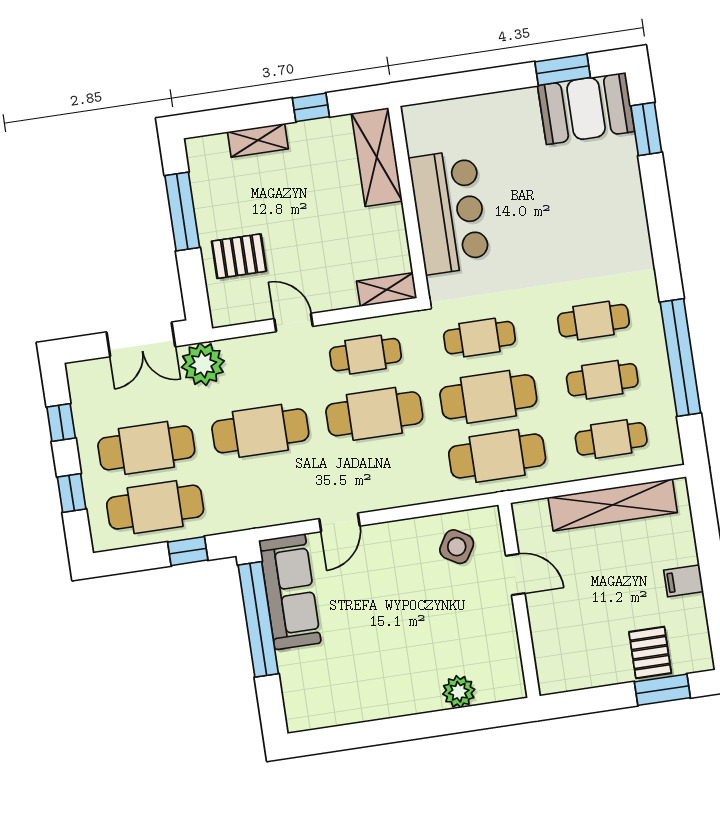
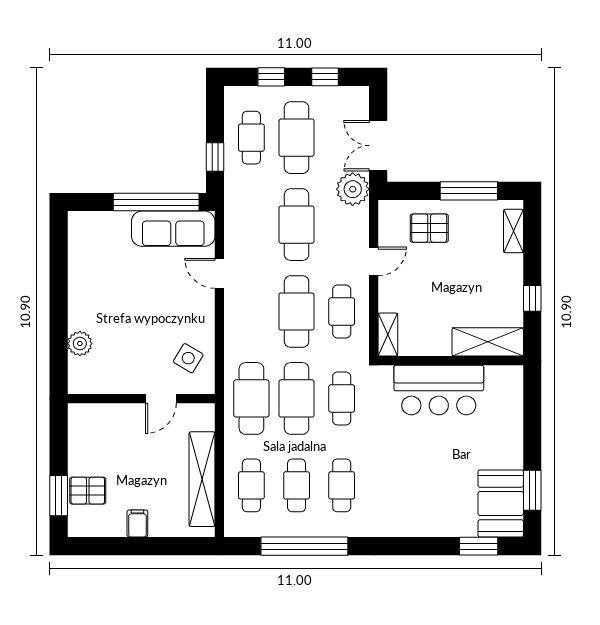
shelving: (258, 140) -> (514, 231), moved
pallet: (239, 256) -> (429, 228), turned 90
cafe table: (155, 507) -> (251, 138), width x0.73, depth x0.74

